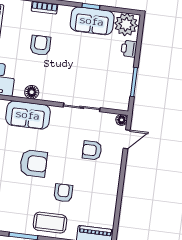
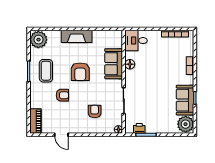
armchair: (40, 45) -> (163, 66), removed
printer: (129, 49) -> (139, 128), moved
door: (127, 139) -> (61, 135), moved
coffee table: (50, 223) -> (46, 71), moved

